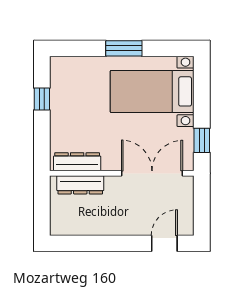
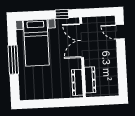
window: (124, 48) -> (13, 60), width x1.44
window: (42, 99) -> (44, 104), removed

